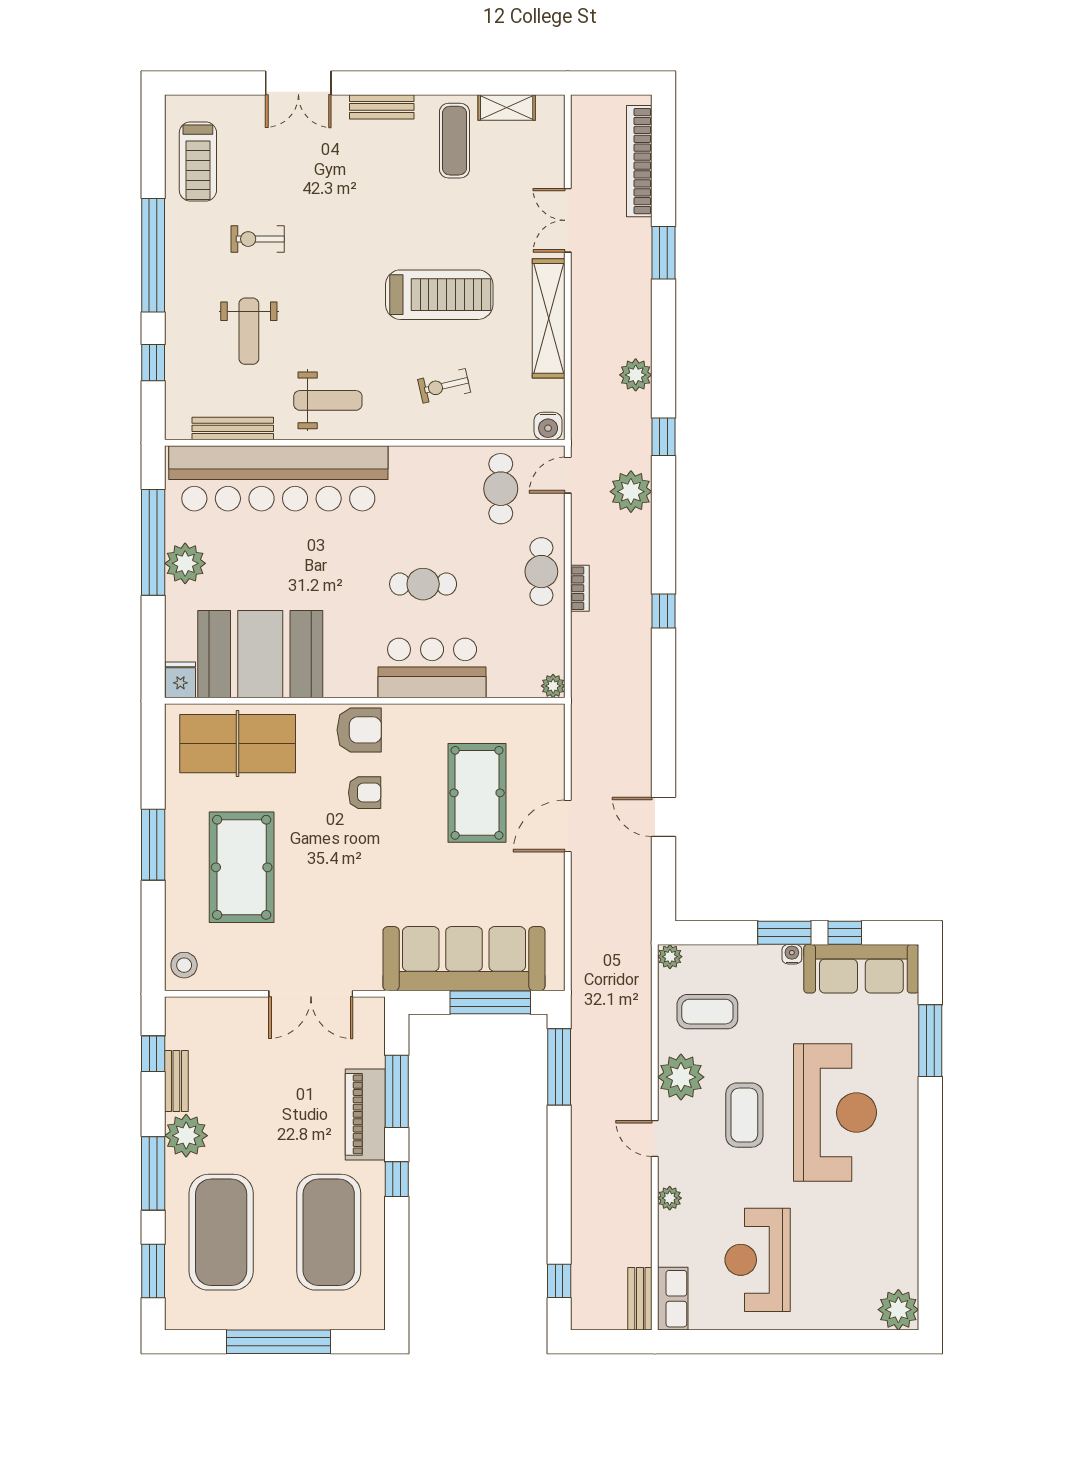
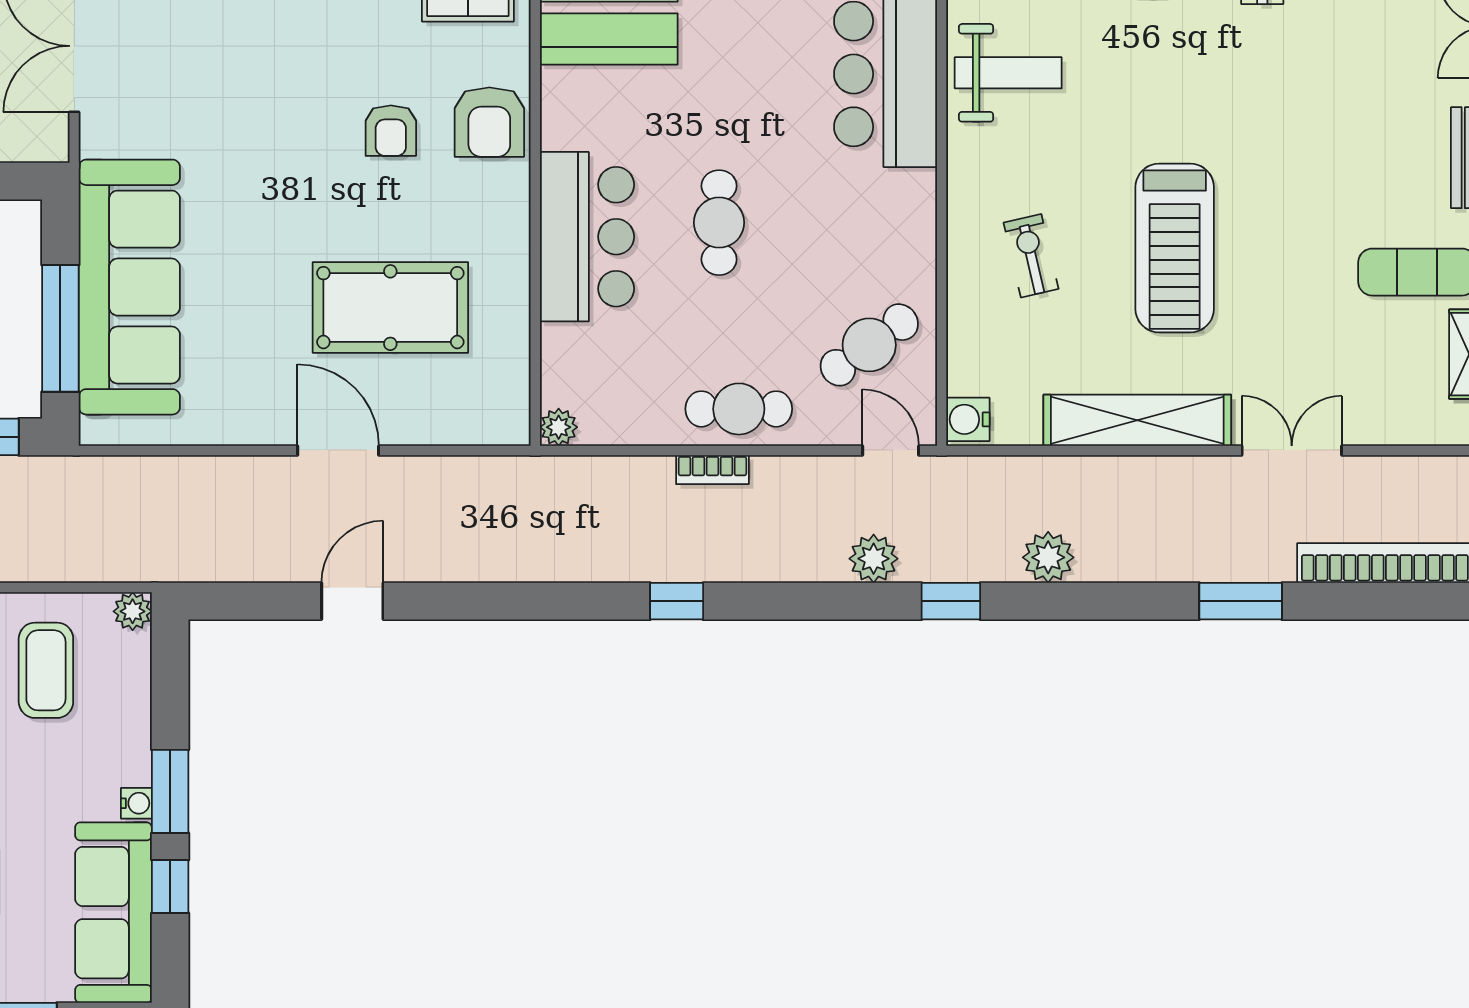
weight bench: (328, 400) -> (1008, 73), turned -90
cafe table: (501, 489) -> (869, 345), turned -36
plant: (631, 492) -> (874, 559), width x0.73, depth x0.73

